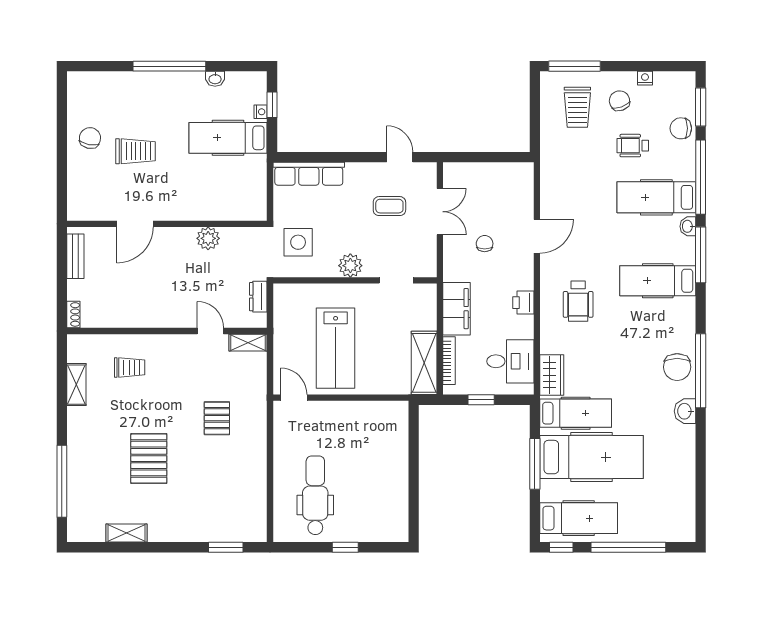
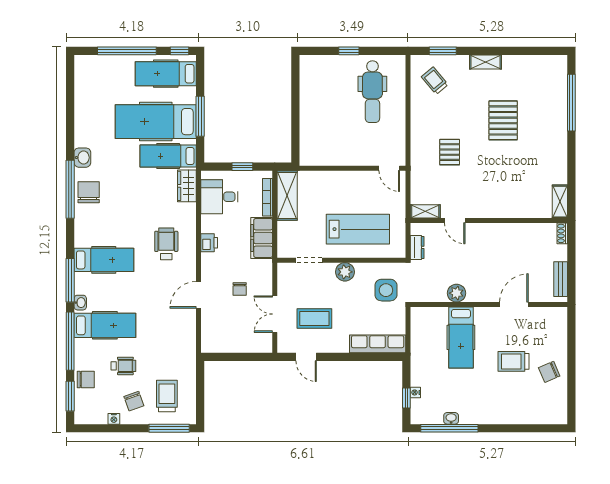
window: (169, 66) -> (449, 428), moved
chair: (90, 138) -> (549, 372), turned 56
hospital bed: (228, 138) -> (461, 337), moved, turned 90
coffee table: (389, 206) -> (314, 318), width x1.36, depth x1.30
lab bench: (336, 348) -> (358, 229), moved, turned 90
trolley: (130, 367) -> (435, 81), moved, turned 50
shelving: (76, 385) -> (560, 202), moved
shelving: (127, 533) -> (486, 62), moved

